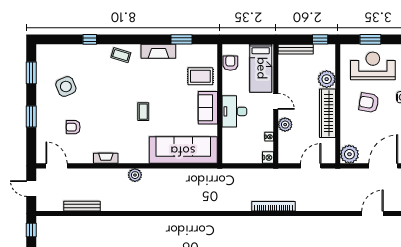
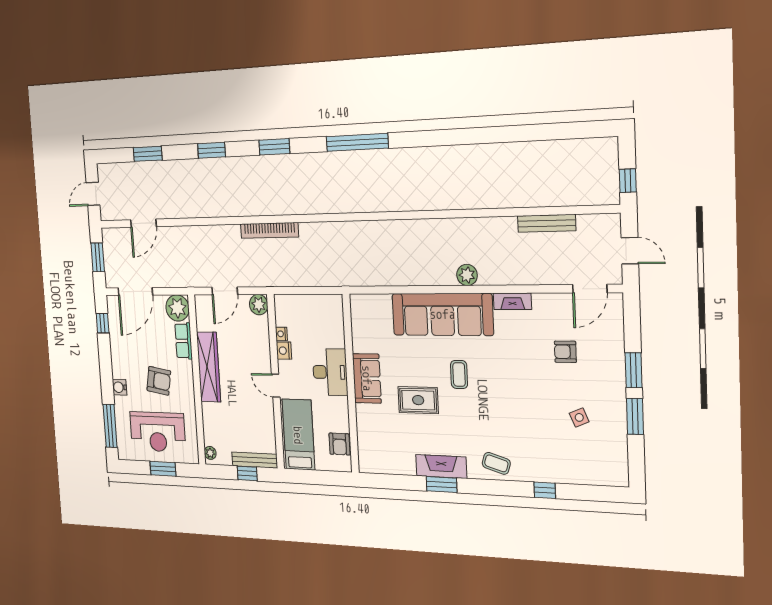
window: (182, 39) -> (442, 484), moved
window: (320, 39) -> (247, 473), moved
window: (31, 73) -> (635, 416), moved
rug: (200, 76) -> (418, 400), moved
plant: (327, 79) -> (210, 453), moved, width x0.53, depth x0.53
side table: (66, 86) -> (579, 417), width x0.54, depth x0.54
plant: (285, 125) -> (259, 305), moved
armchair: (73, 127) -> (565, 352), turned 180
row of seats: (346, 131) -> (184, 341), added
sofa: (183, 150) -> (442, 314), moved
nightstand: (268, 158) -> (284, 351), moved
door: (57, 166) -> (590, 289), hinge flipped

